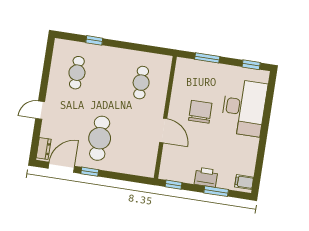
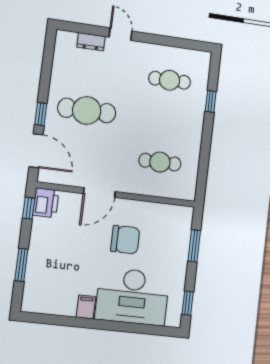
dresser: (44, 148) -> (91, 42), moved
door: (61, 167) -> (36, 151), moved
window: (90, 172) -> (41, 114), moved
printer: (206, 177) -> (46, 203), moved
filing cabinet: (244, 182) -> (86, 307), moved

